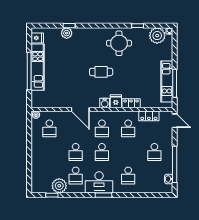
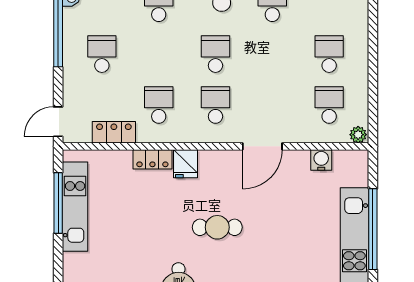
water cooler: (105, 103) -> (321, 160), moved
door: (80, 109) -> (262, 146), swing flipped
door: (175, 121) -> (58, 122), hinge flipped
school desk: (76, 152) -> (329, 54), moved

